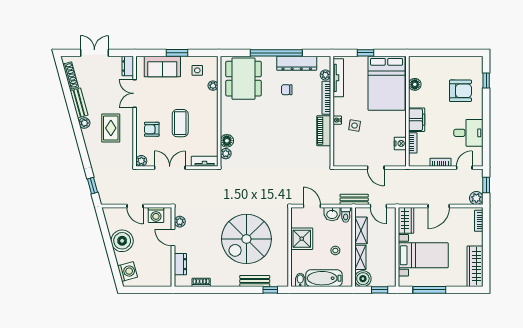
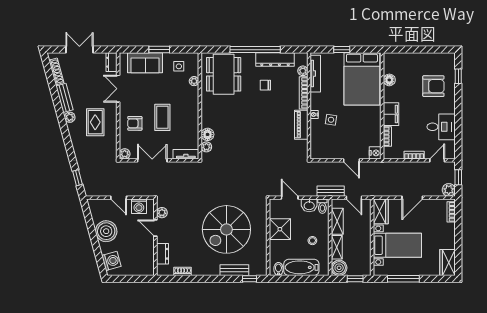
nightstand: (400, 143) -> (375, 153), moved
wardrobe: (475, 266) -> (448, 262), width x0.67

